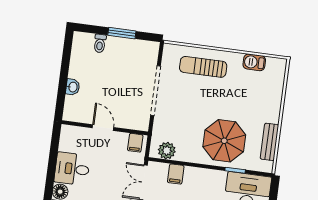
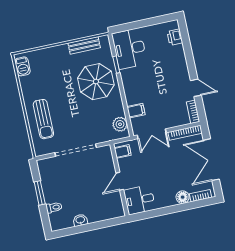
barbecue: (254, 62) -> (23, 66), moved
washbasin: (73, 87) -> (80, 220), moved
desk: (72, 169) -> (140, 200), moved, turned 90

